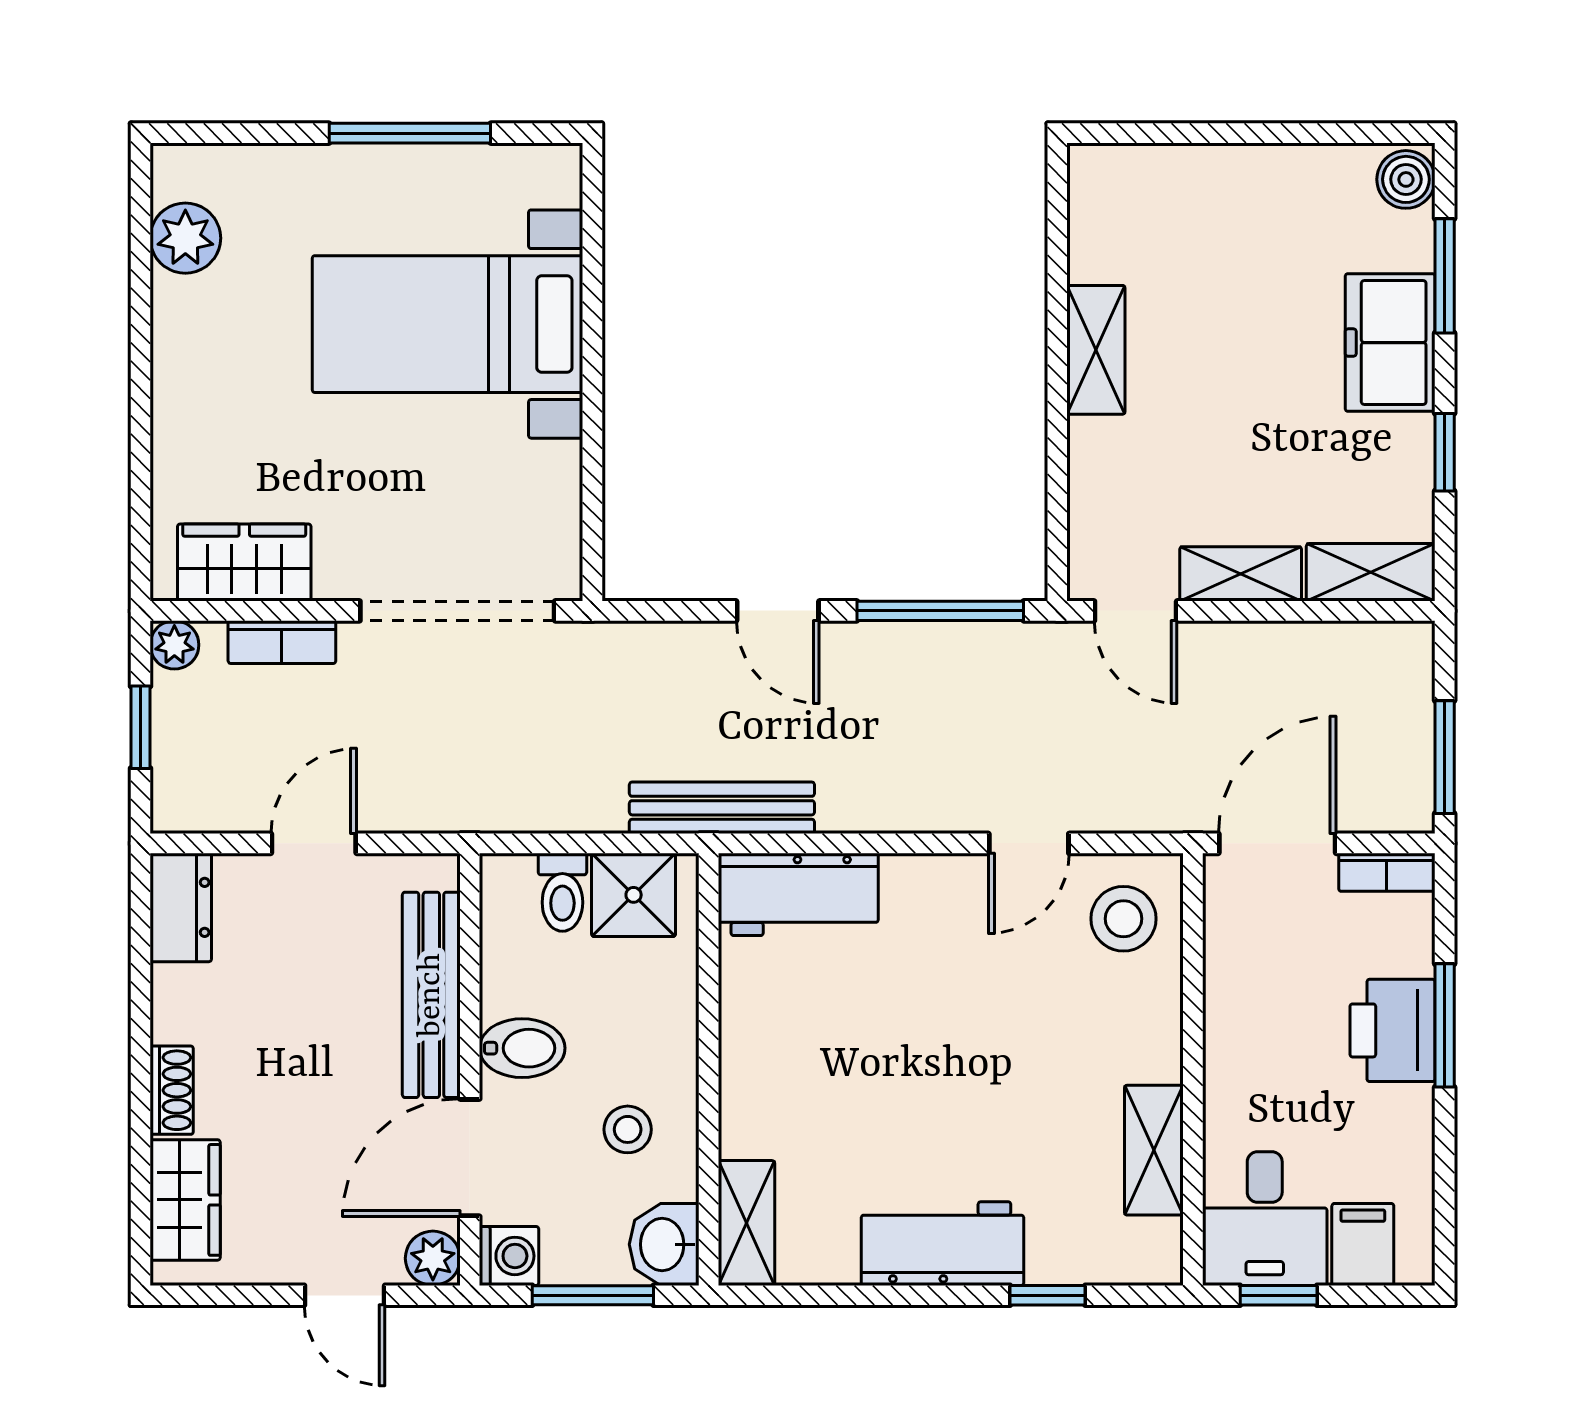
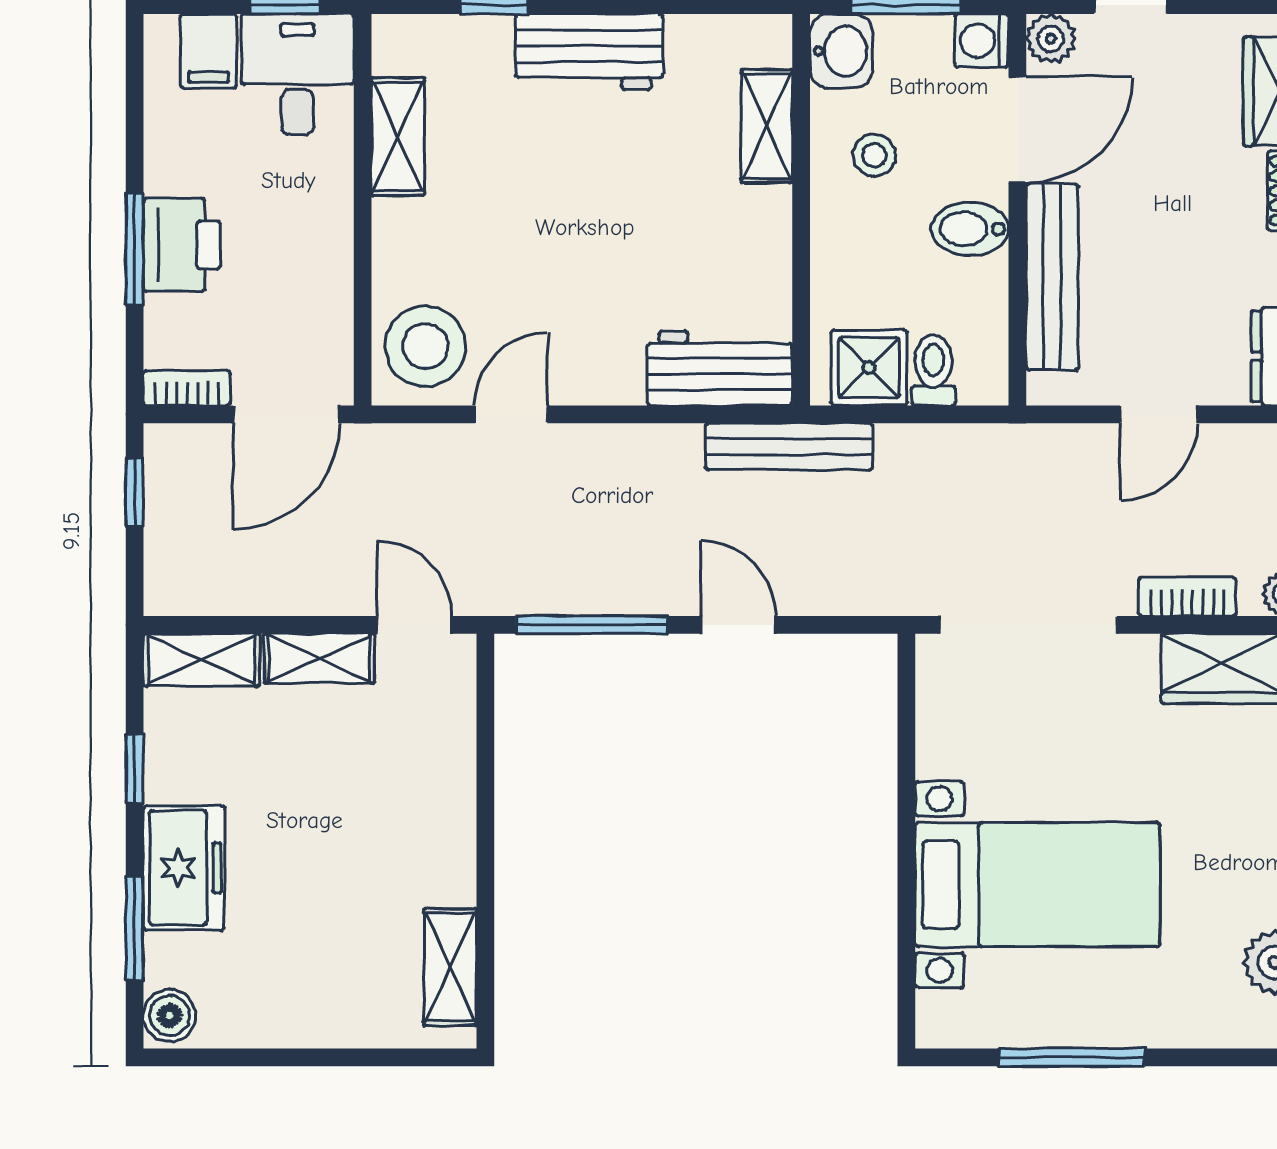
shelving: (1096, 350) -> (450, 967), moved
window: (1445, 757) -> (135, 492), width x0.67
stool: (1123, 919) -> (425, 346), width x1.38, depth x1.38
shelving: (746, 1223) -> (767, 126), moved

